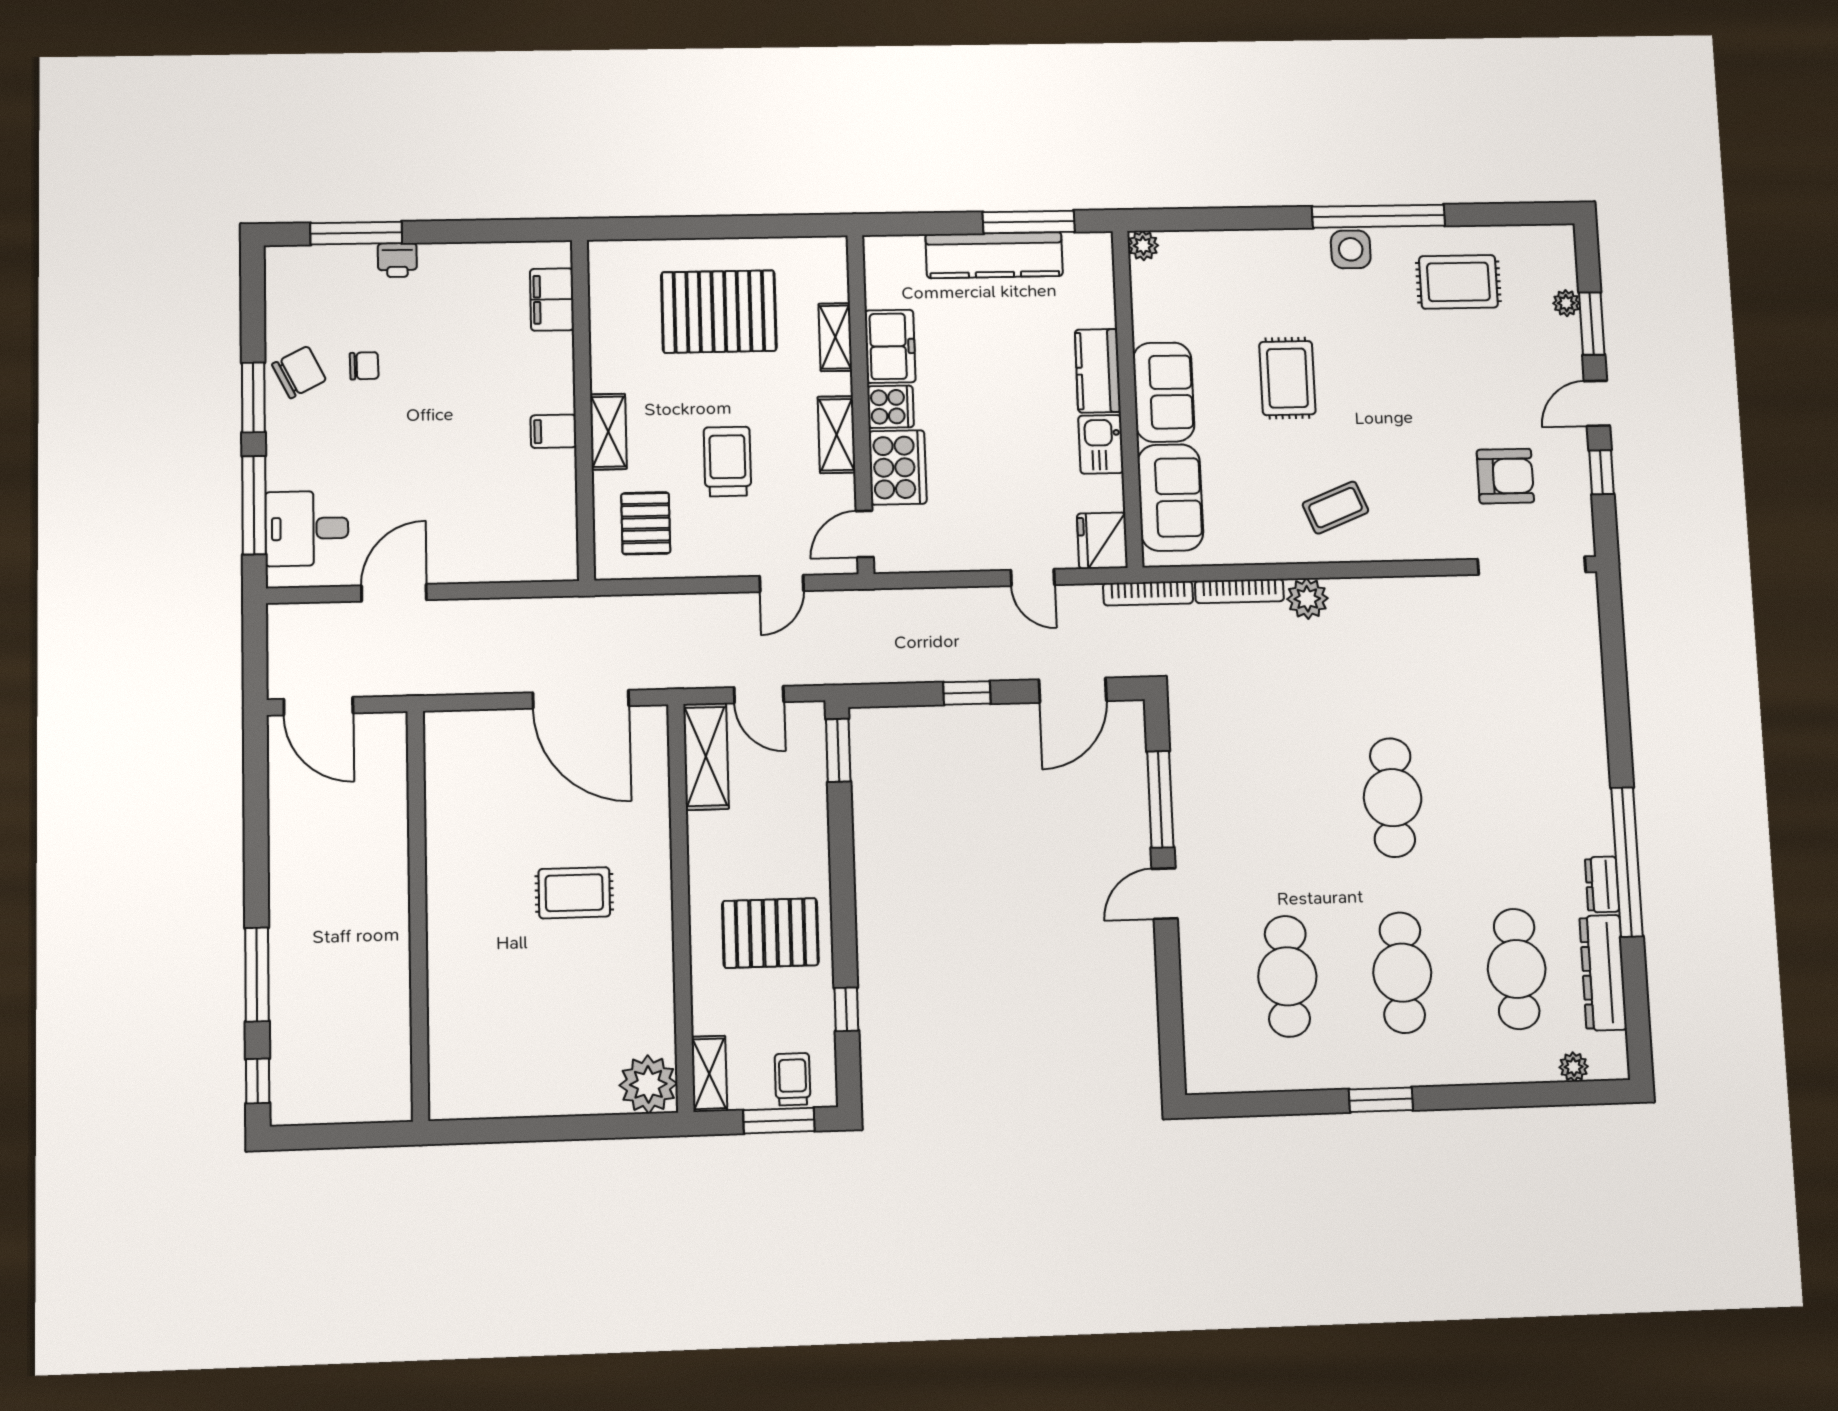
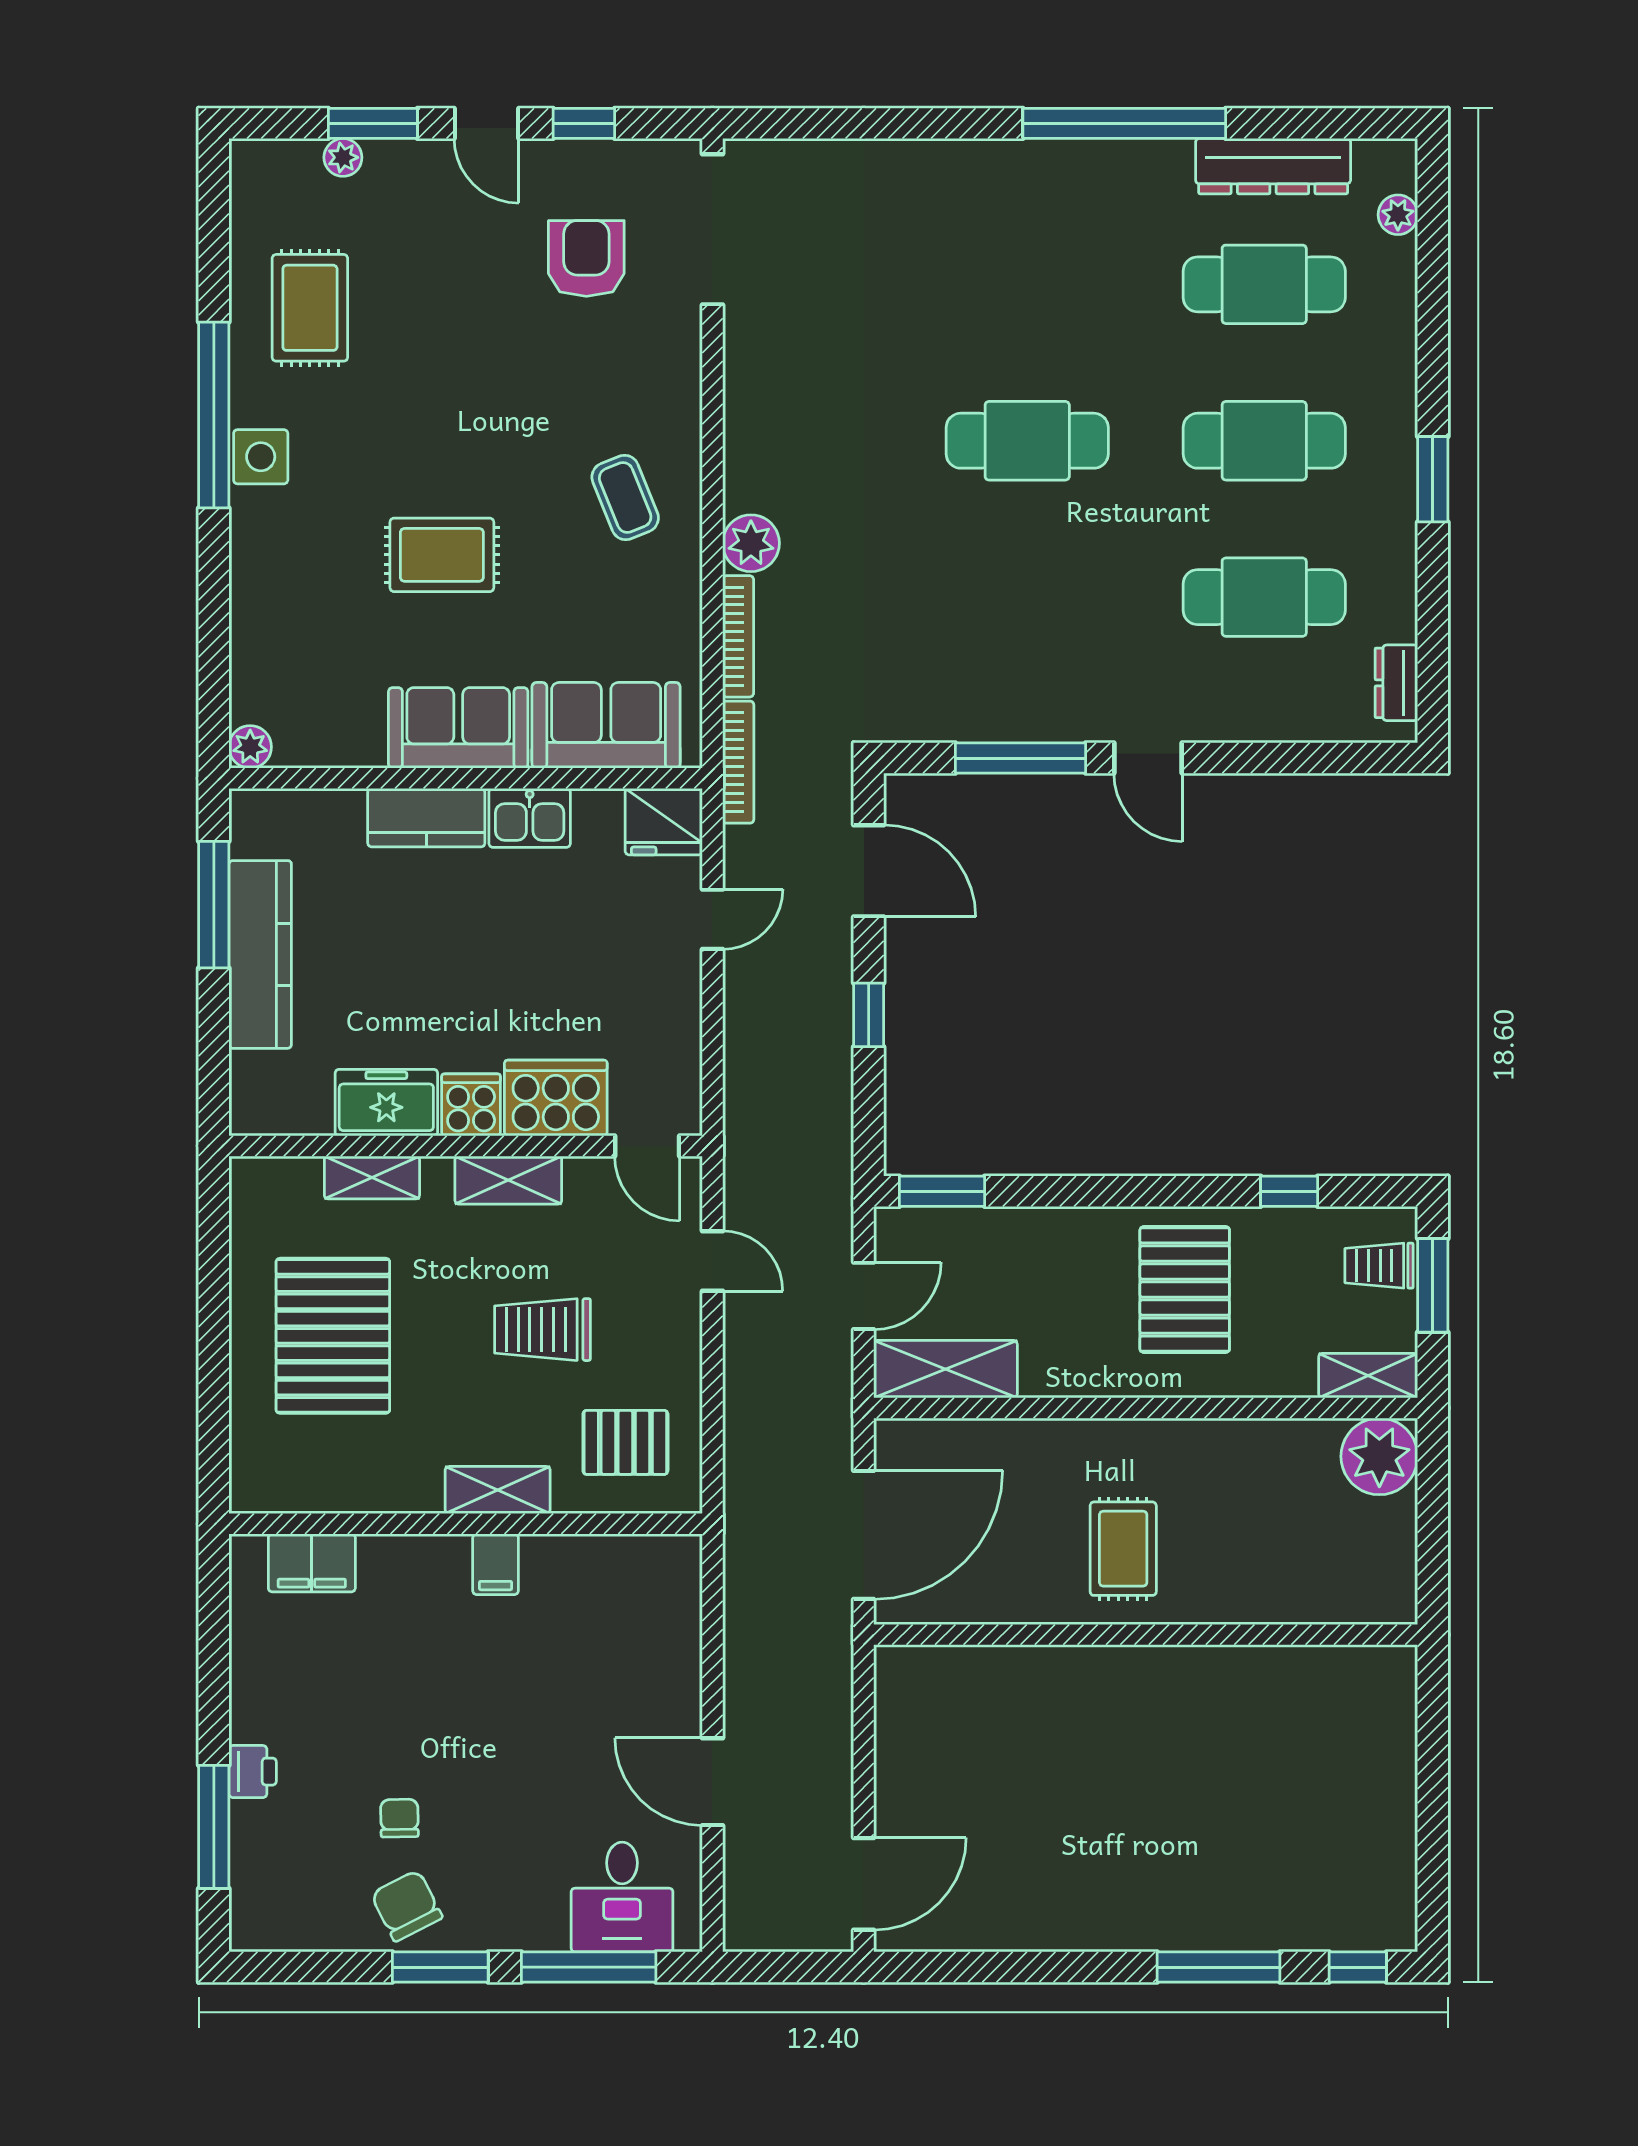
dresser: (1602, 884) -> (1396, 683), moved, turned 90
wall: (418, 914) -> (1146, 1635), moved

